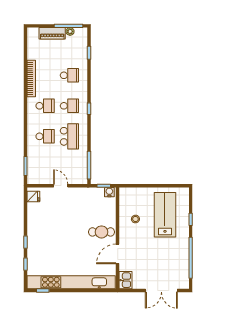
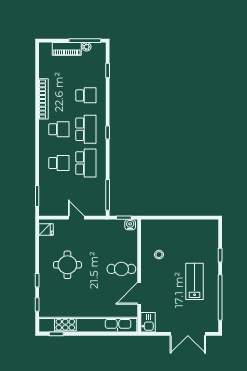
school desk: (69, 106) -> (86, 129), width x1.85
lab bench: (165, 215) -> (195, 281), moved, width x0.73, depth x0.72
round table: (53, 228) -> (67, 265), added

